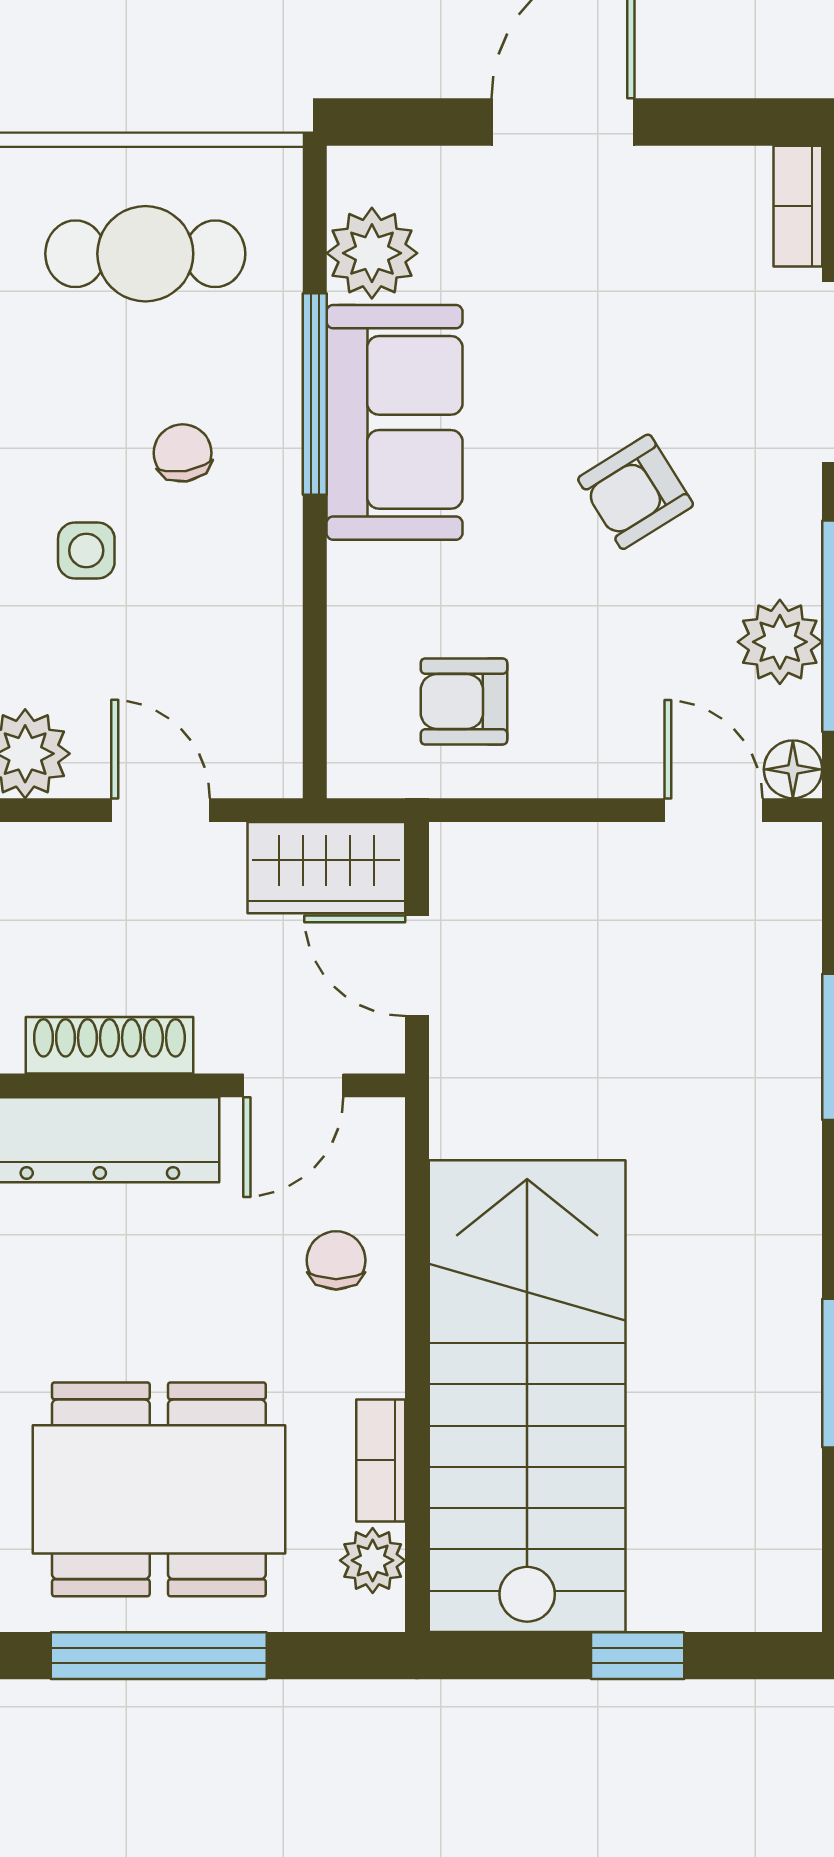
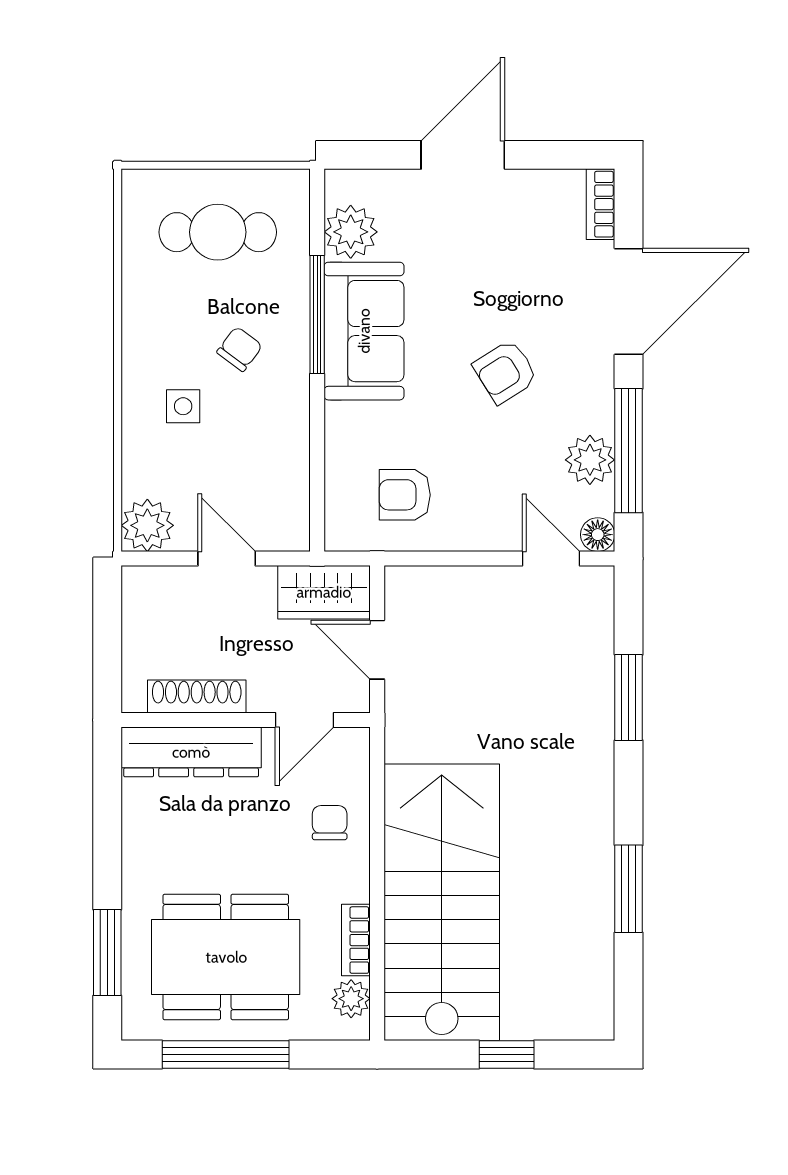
chair: (183, 453) -> (240, 349), turned 46

